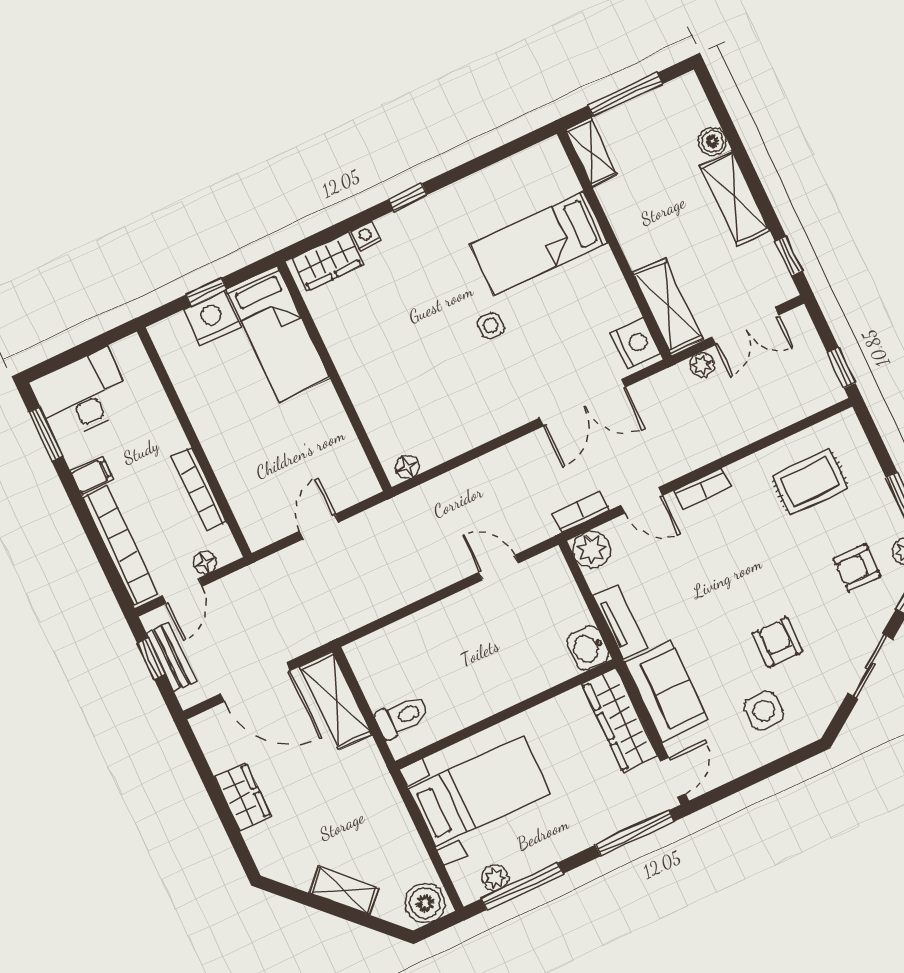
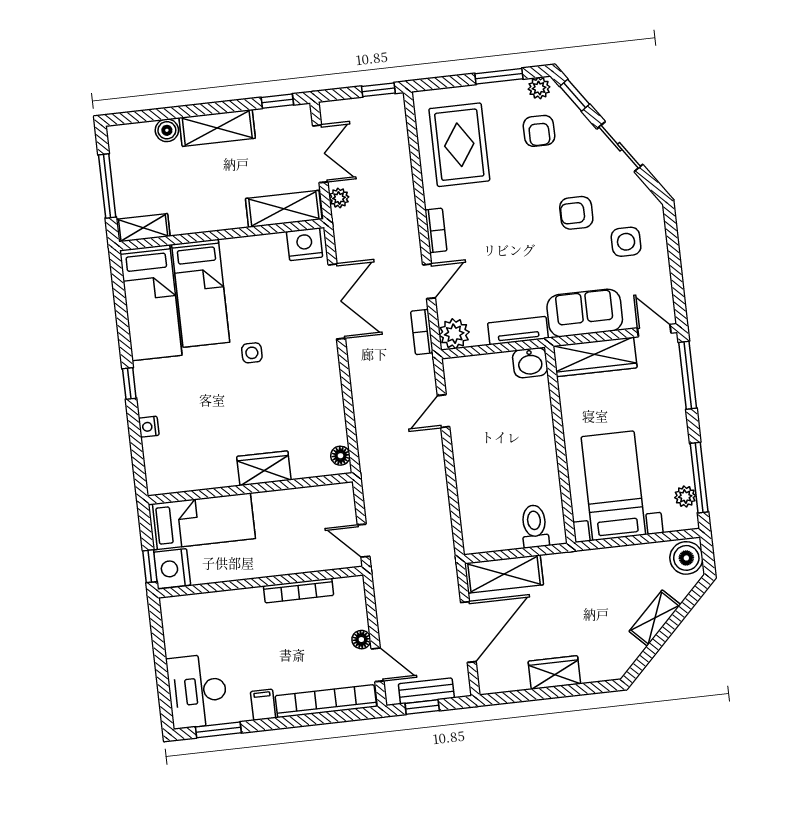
bed: (509, 190) -> (151, 303), added
wardrobe: (328, 262) -> (264, 468), moved, turned -90
wall: (194, 442) -> (261, 582), moved
rug: (810, 482) -> (459, 145), width x1.36, depth x1.43
bookcase: (199, 489) -> (299, 591), moved

